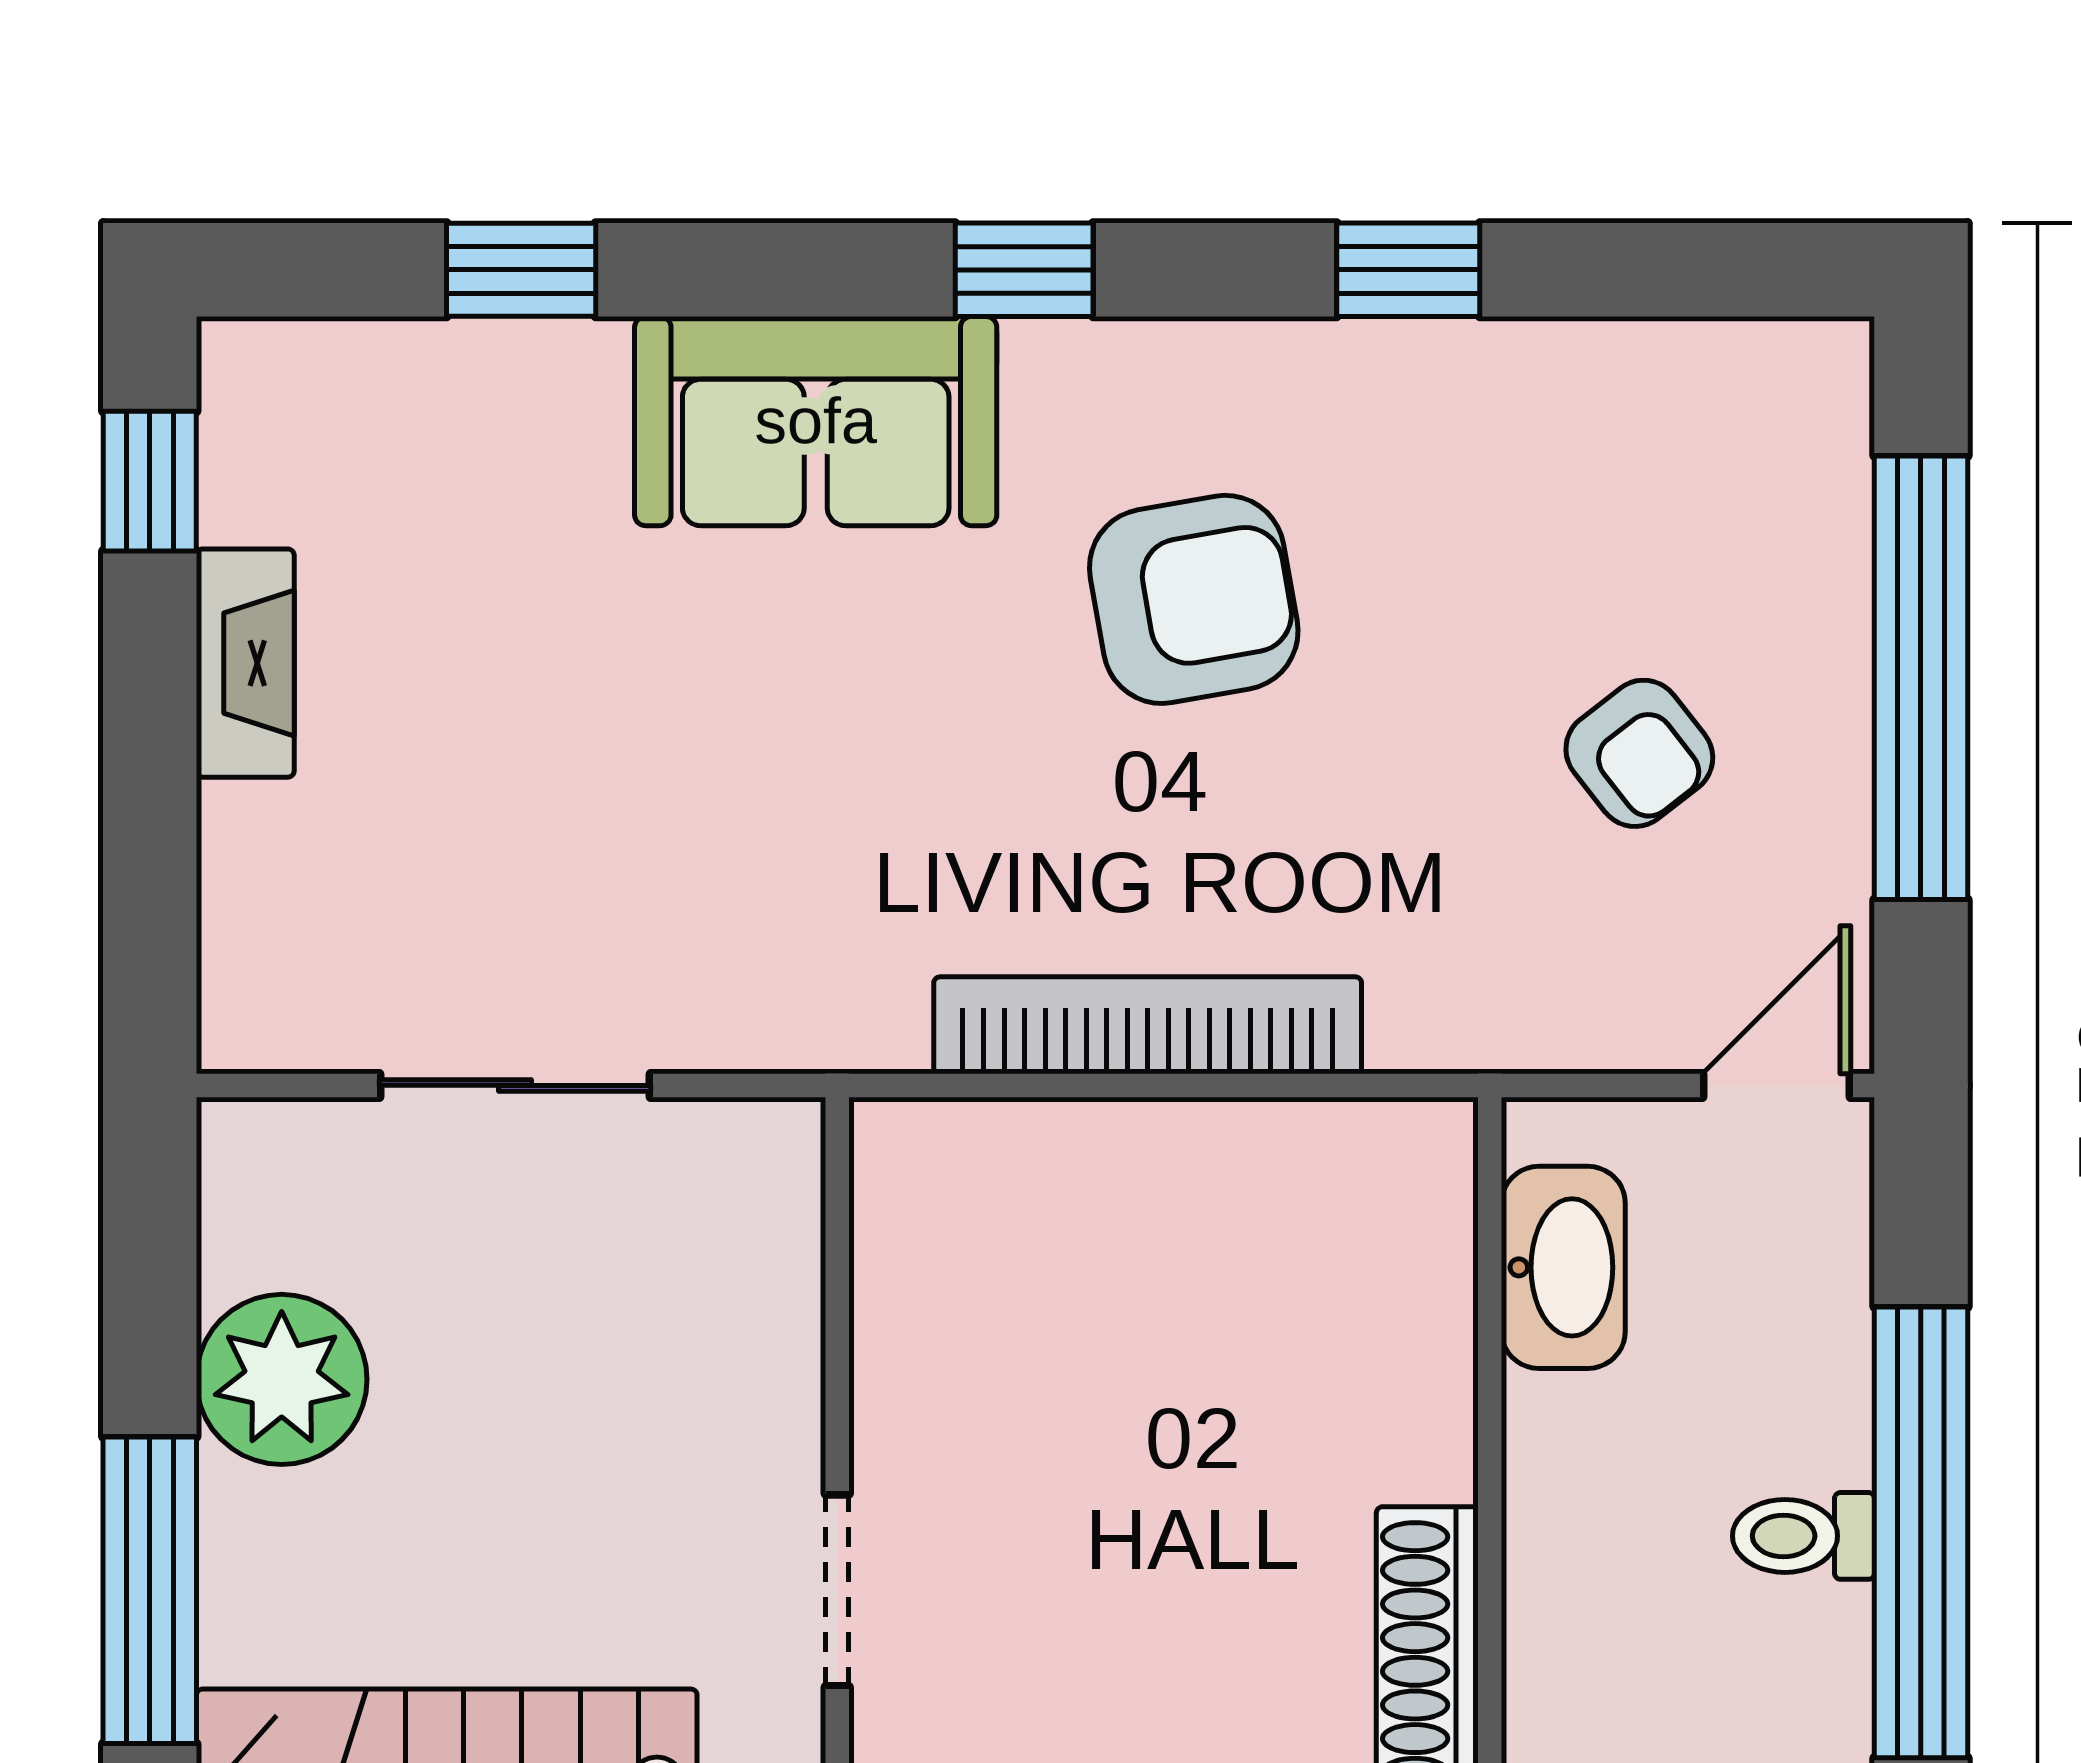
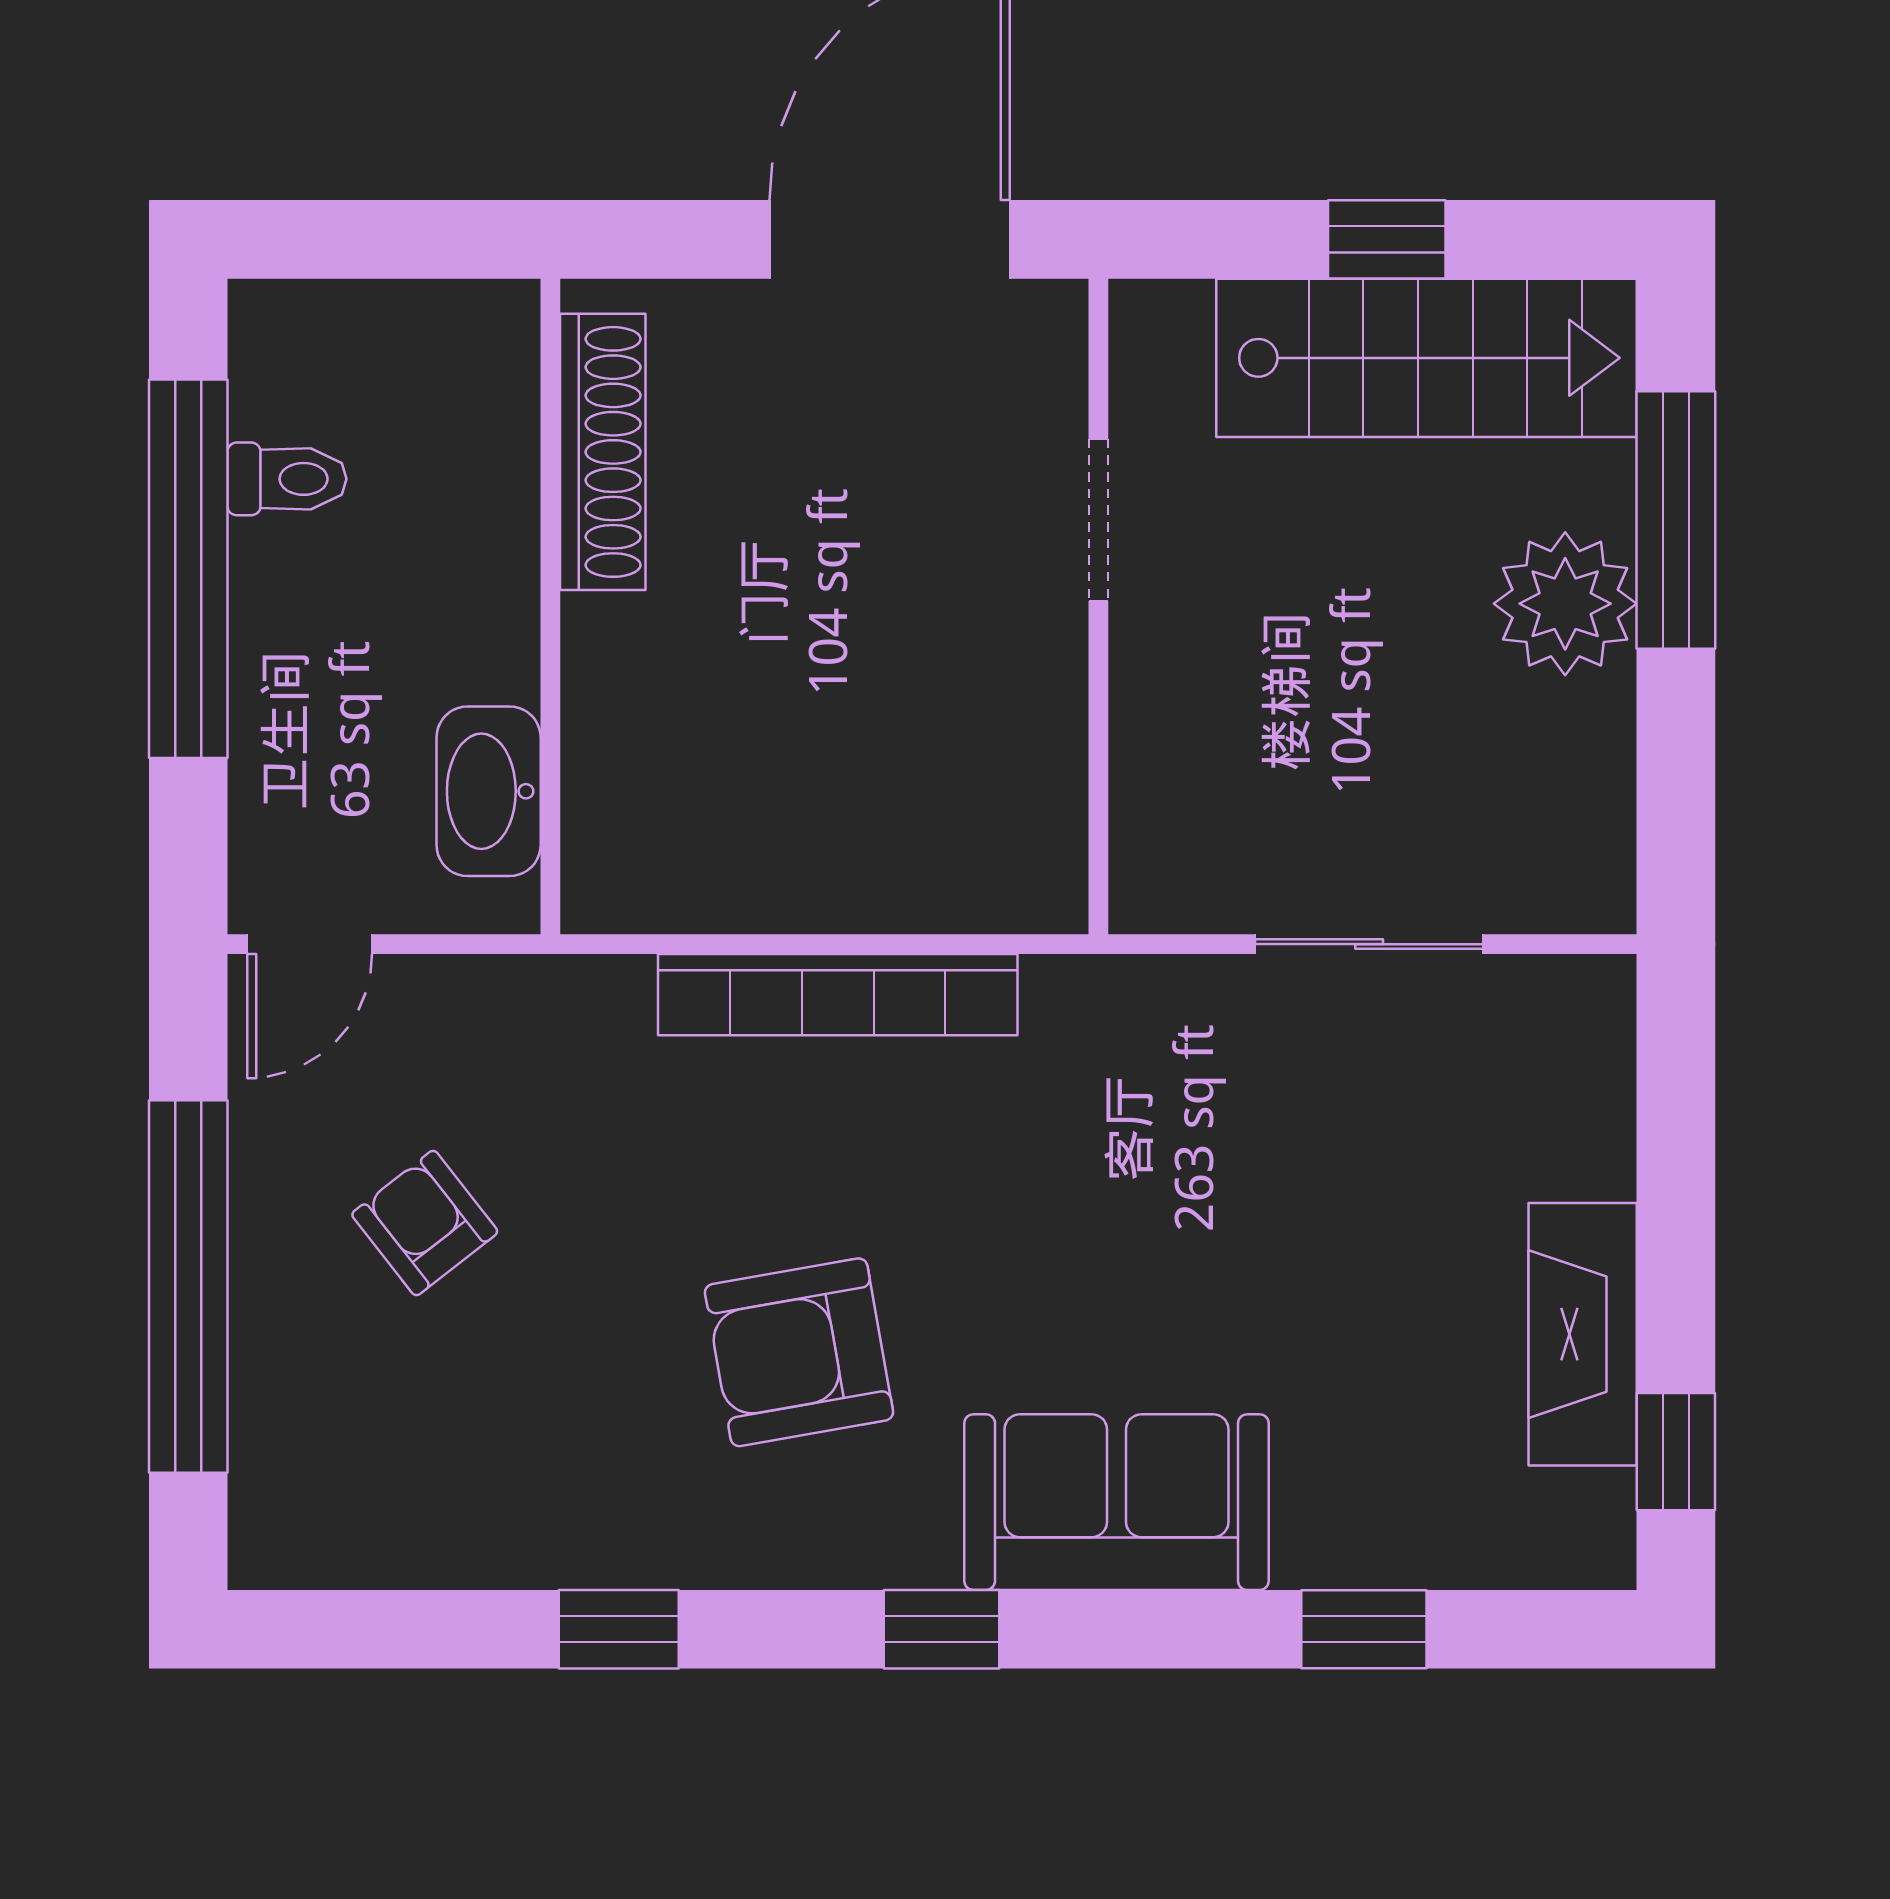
fireplace: (245, 663) -> (1583, 1334), width x1.37, depth x1.32
plant: (282, 1379) -> (1565, 604), moved
toilet: (1803, 1536) -> (287, 479), moved

